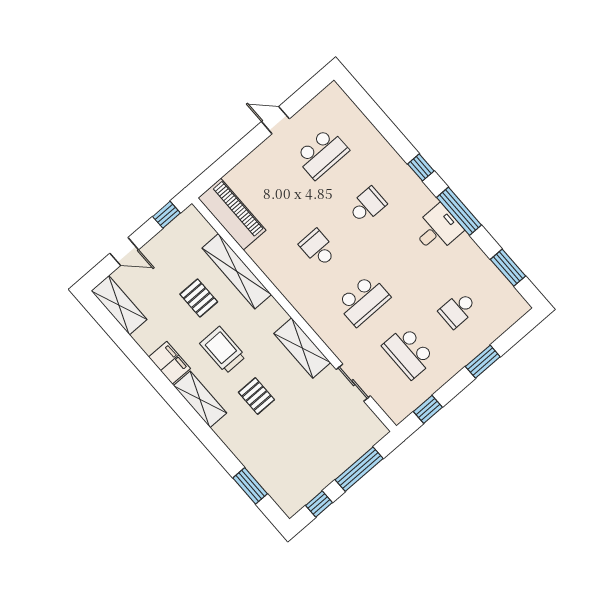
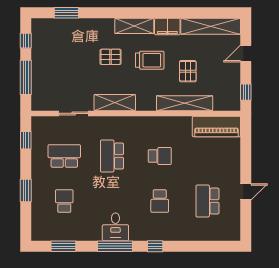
pallet: (199, 298) -> (188, 71), turned 90
shelving: (119, 305) -> (211, 26), width x1.47

